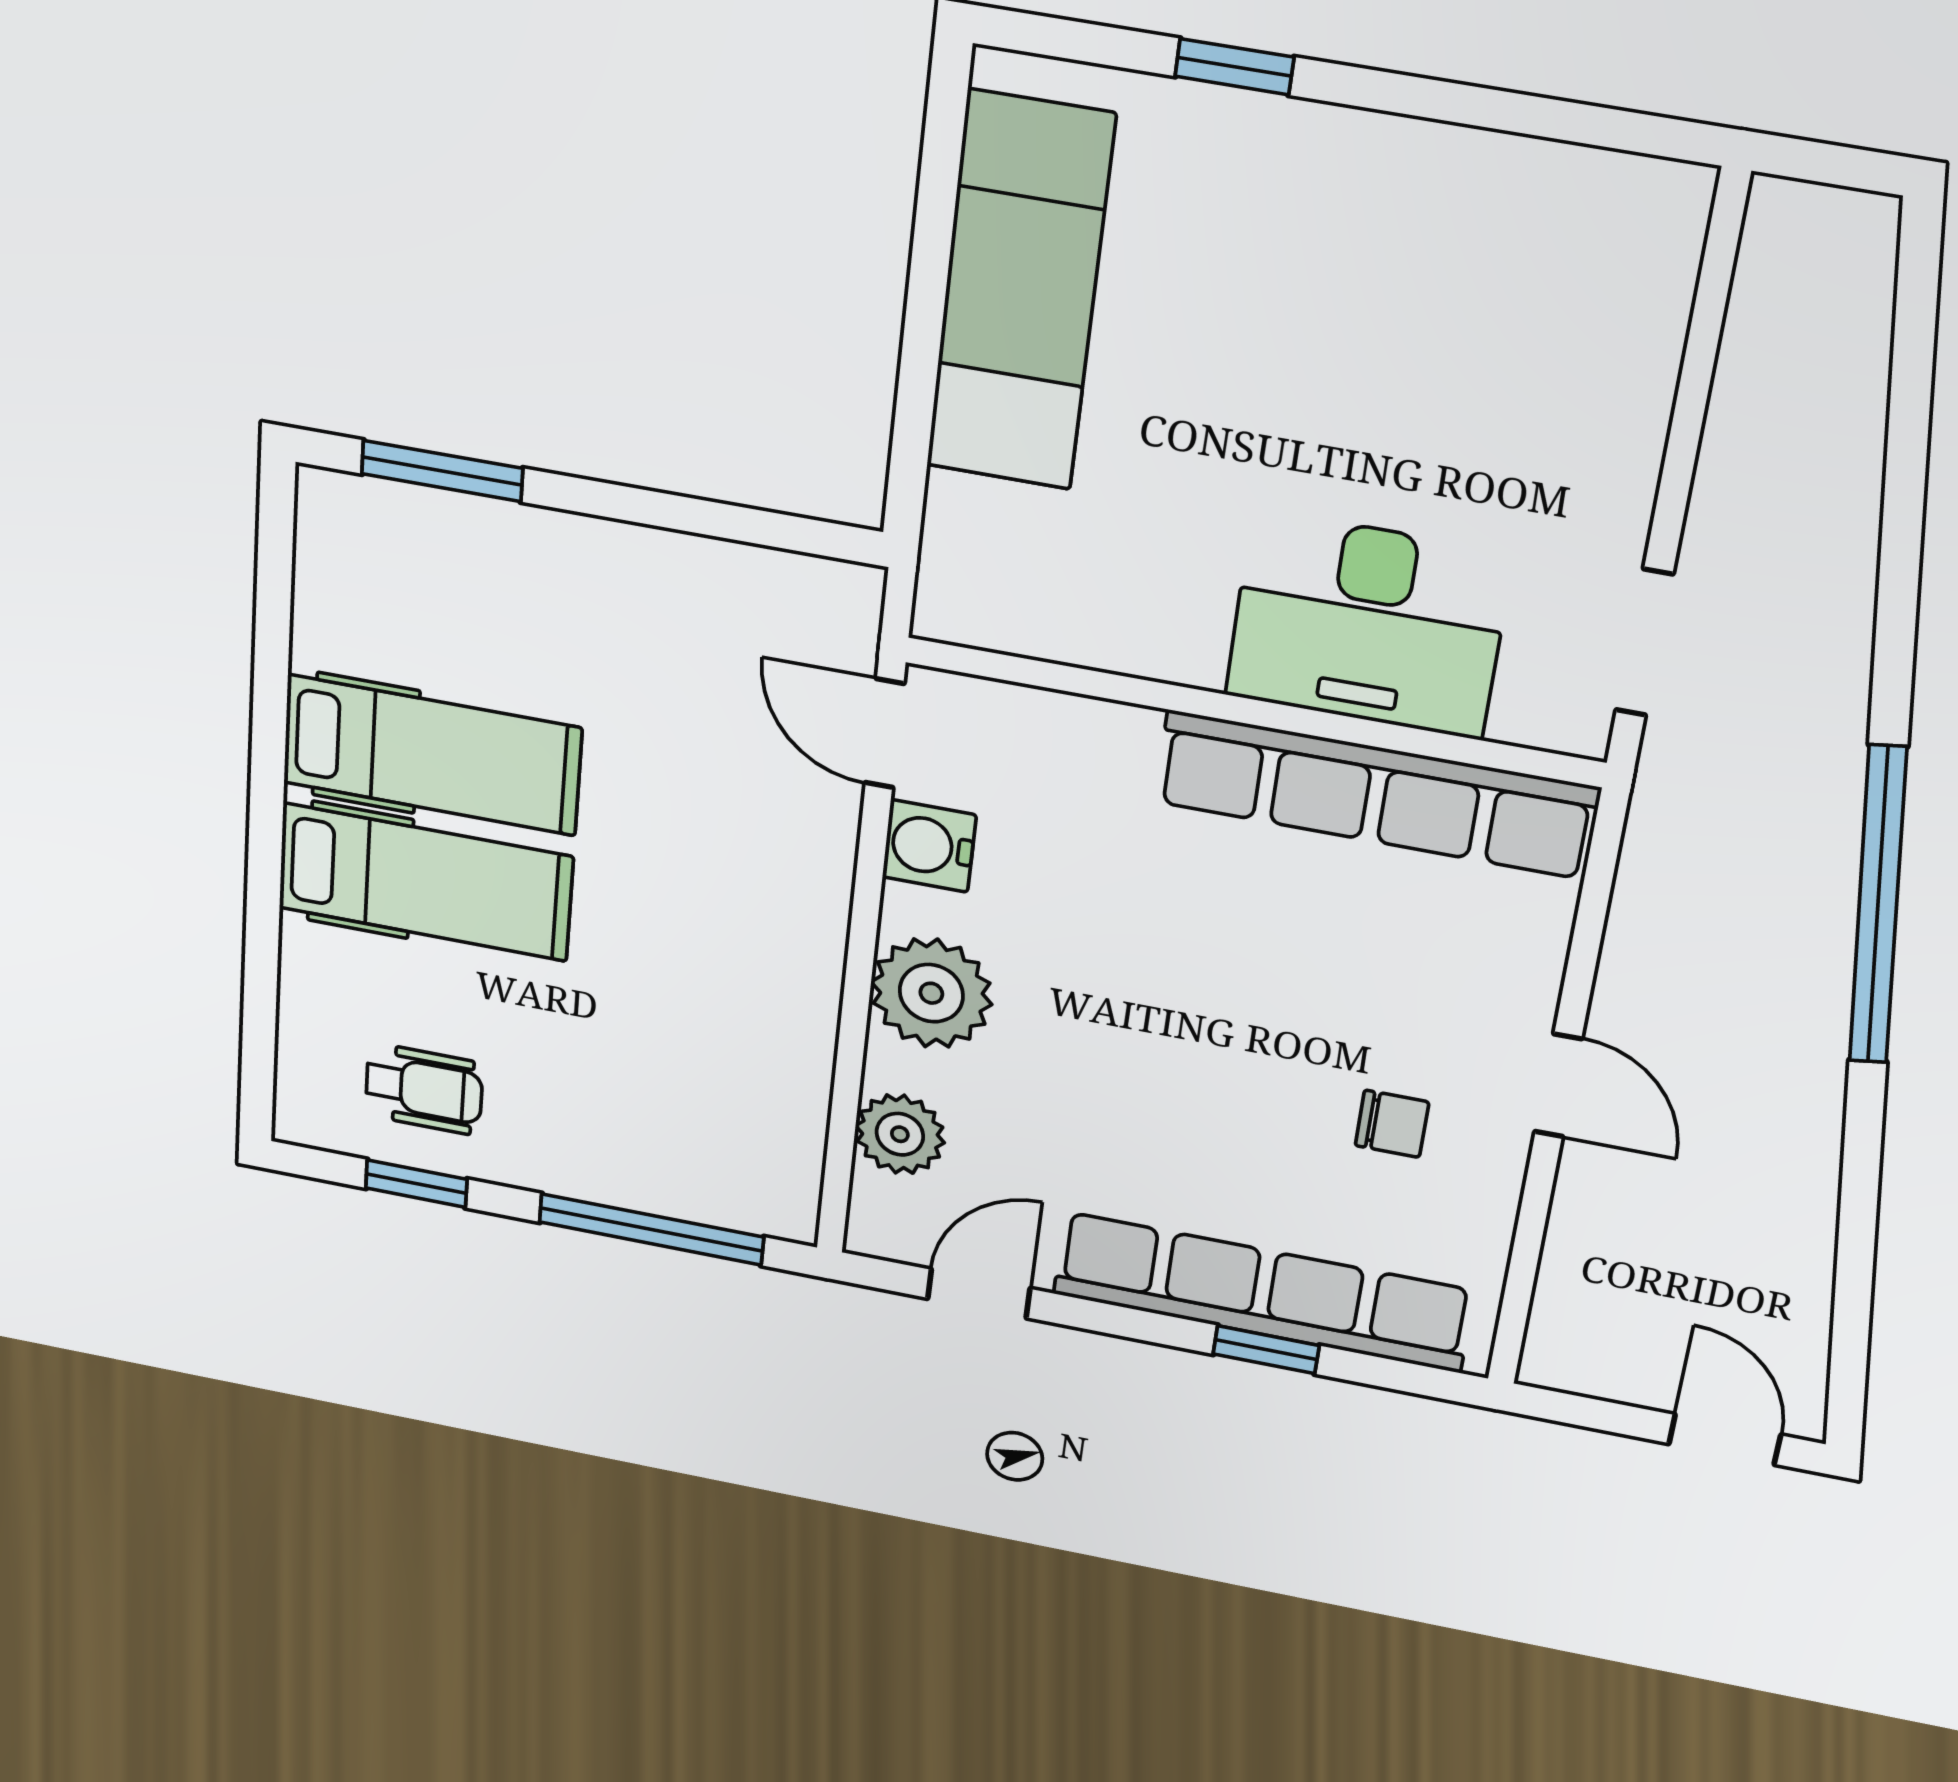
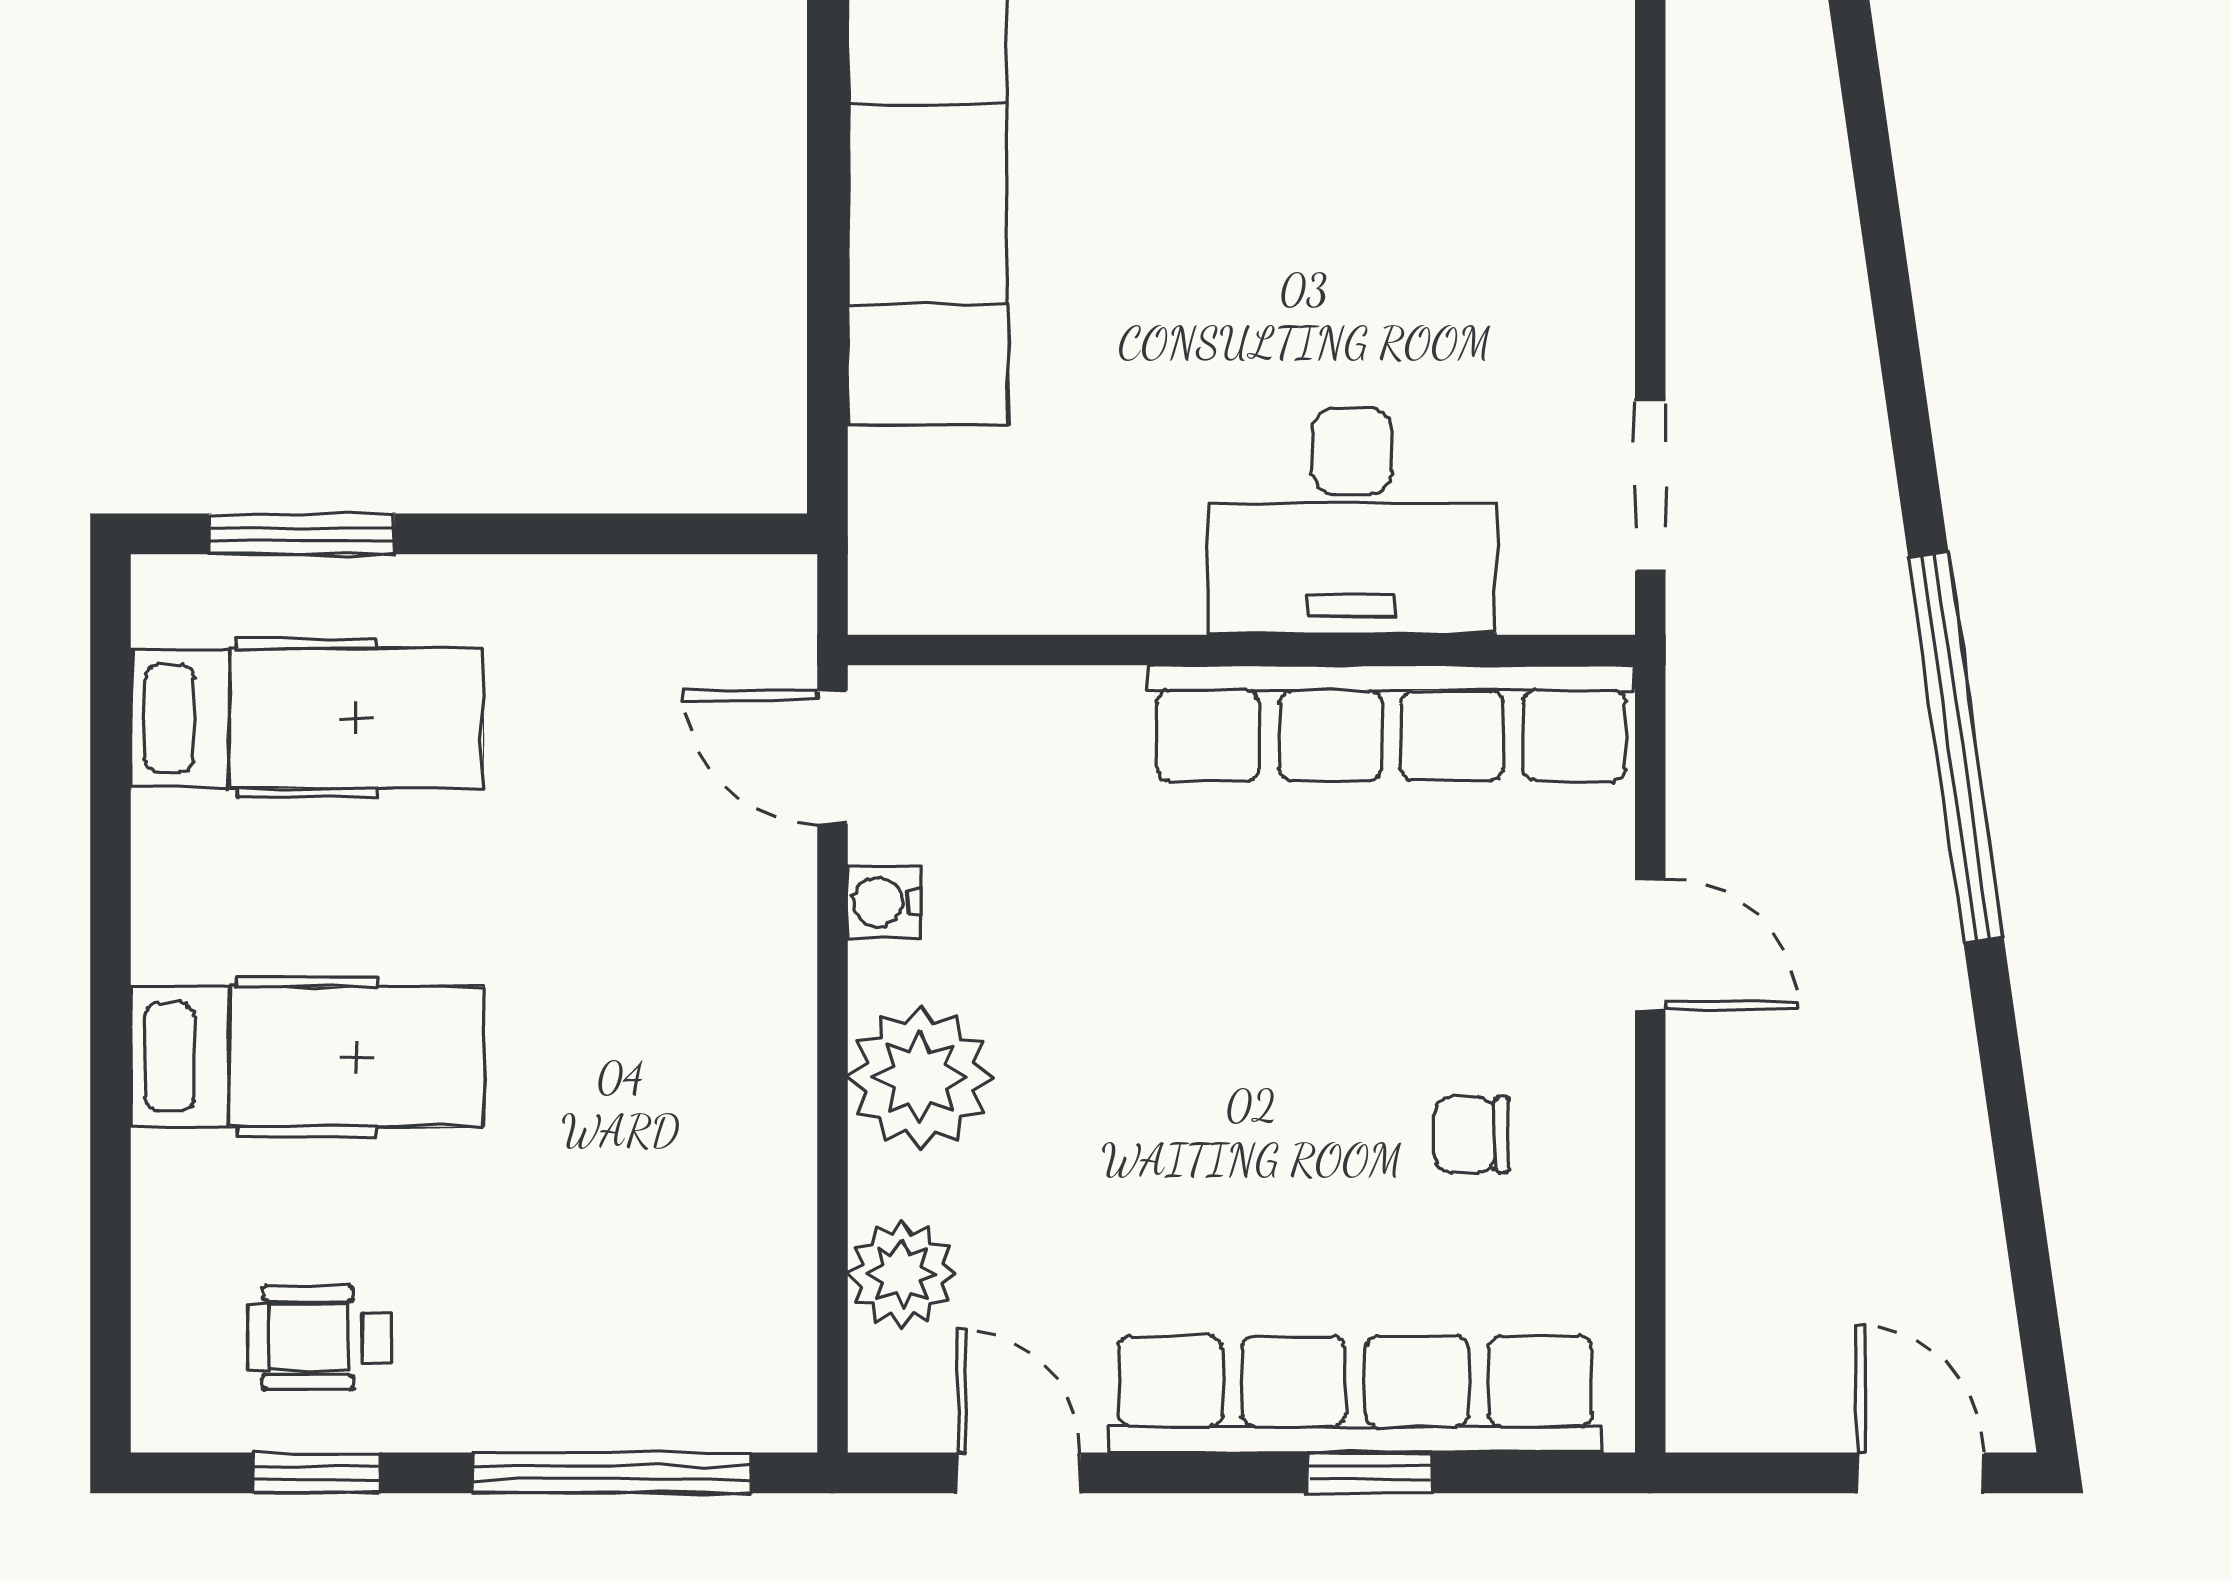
hospital bed: (432, 755) -> (307, 718), moved
water cooler: (929, 846) -> (884, 902), width x0.72, depth x0.72
door: (1558, 1085) -> (1650, 944), moved
wheelchair: (424, 1089) -> (319, 1338), turned 180
chair: (1392, 1124) -> (1472, 1135), turned 180
door: (979, 1293) -> (1019, 1473), hinge flipped

